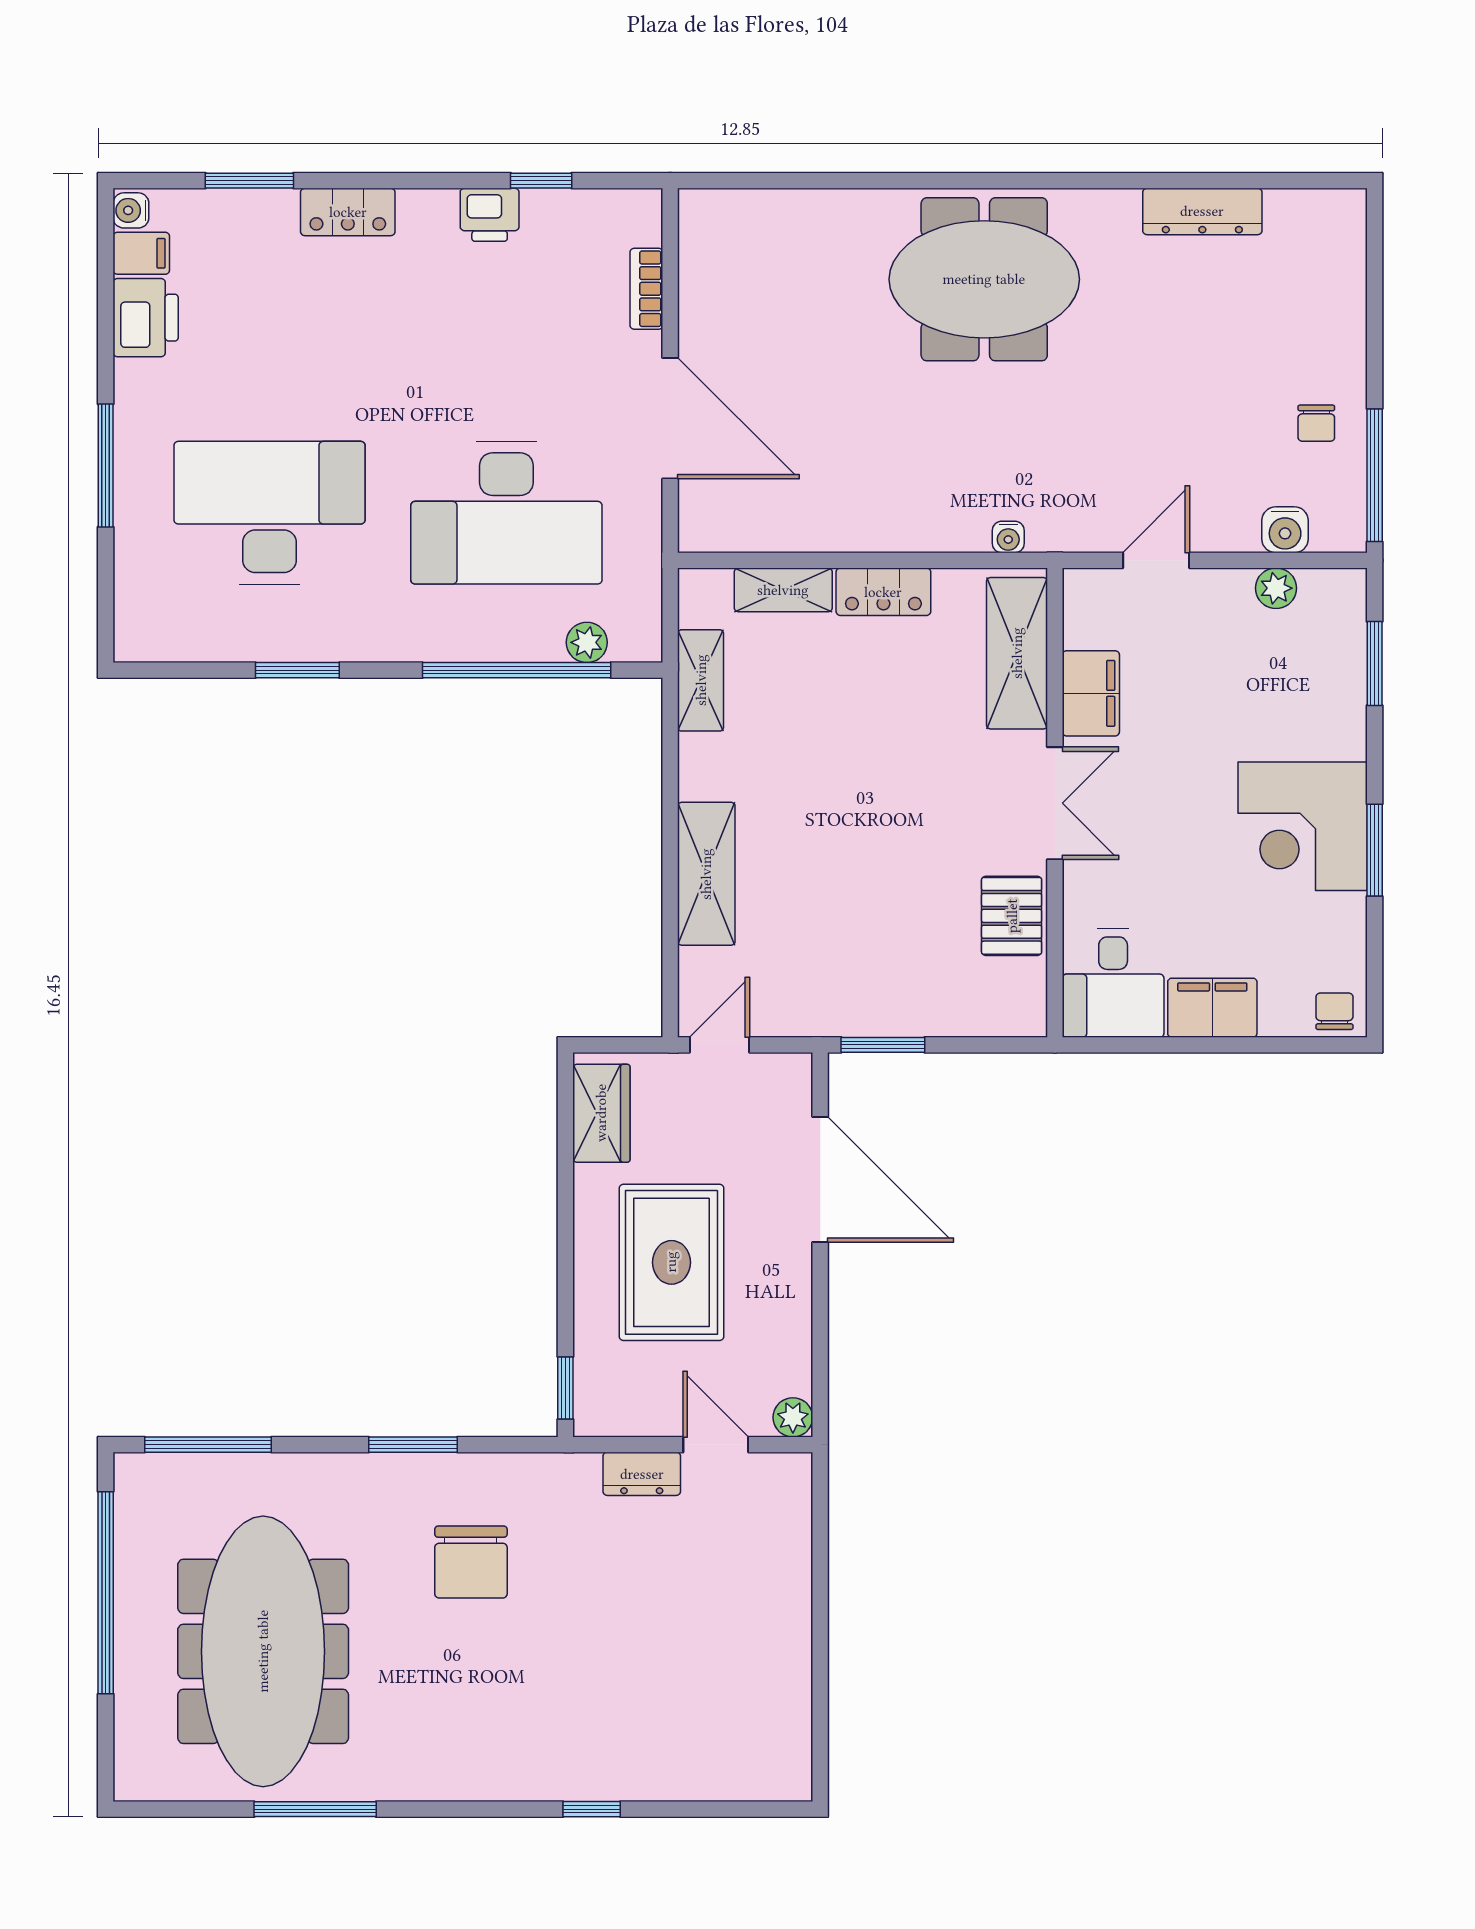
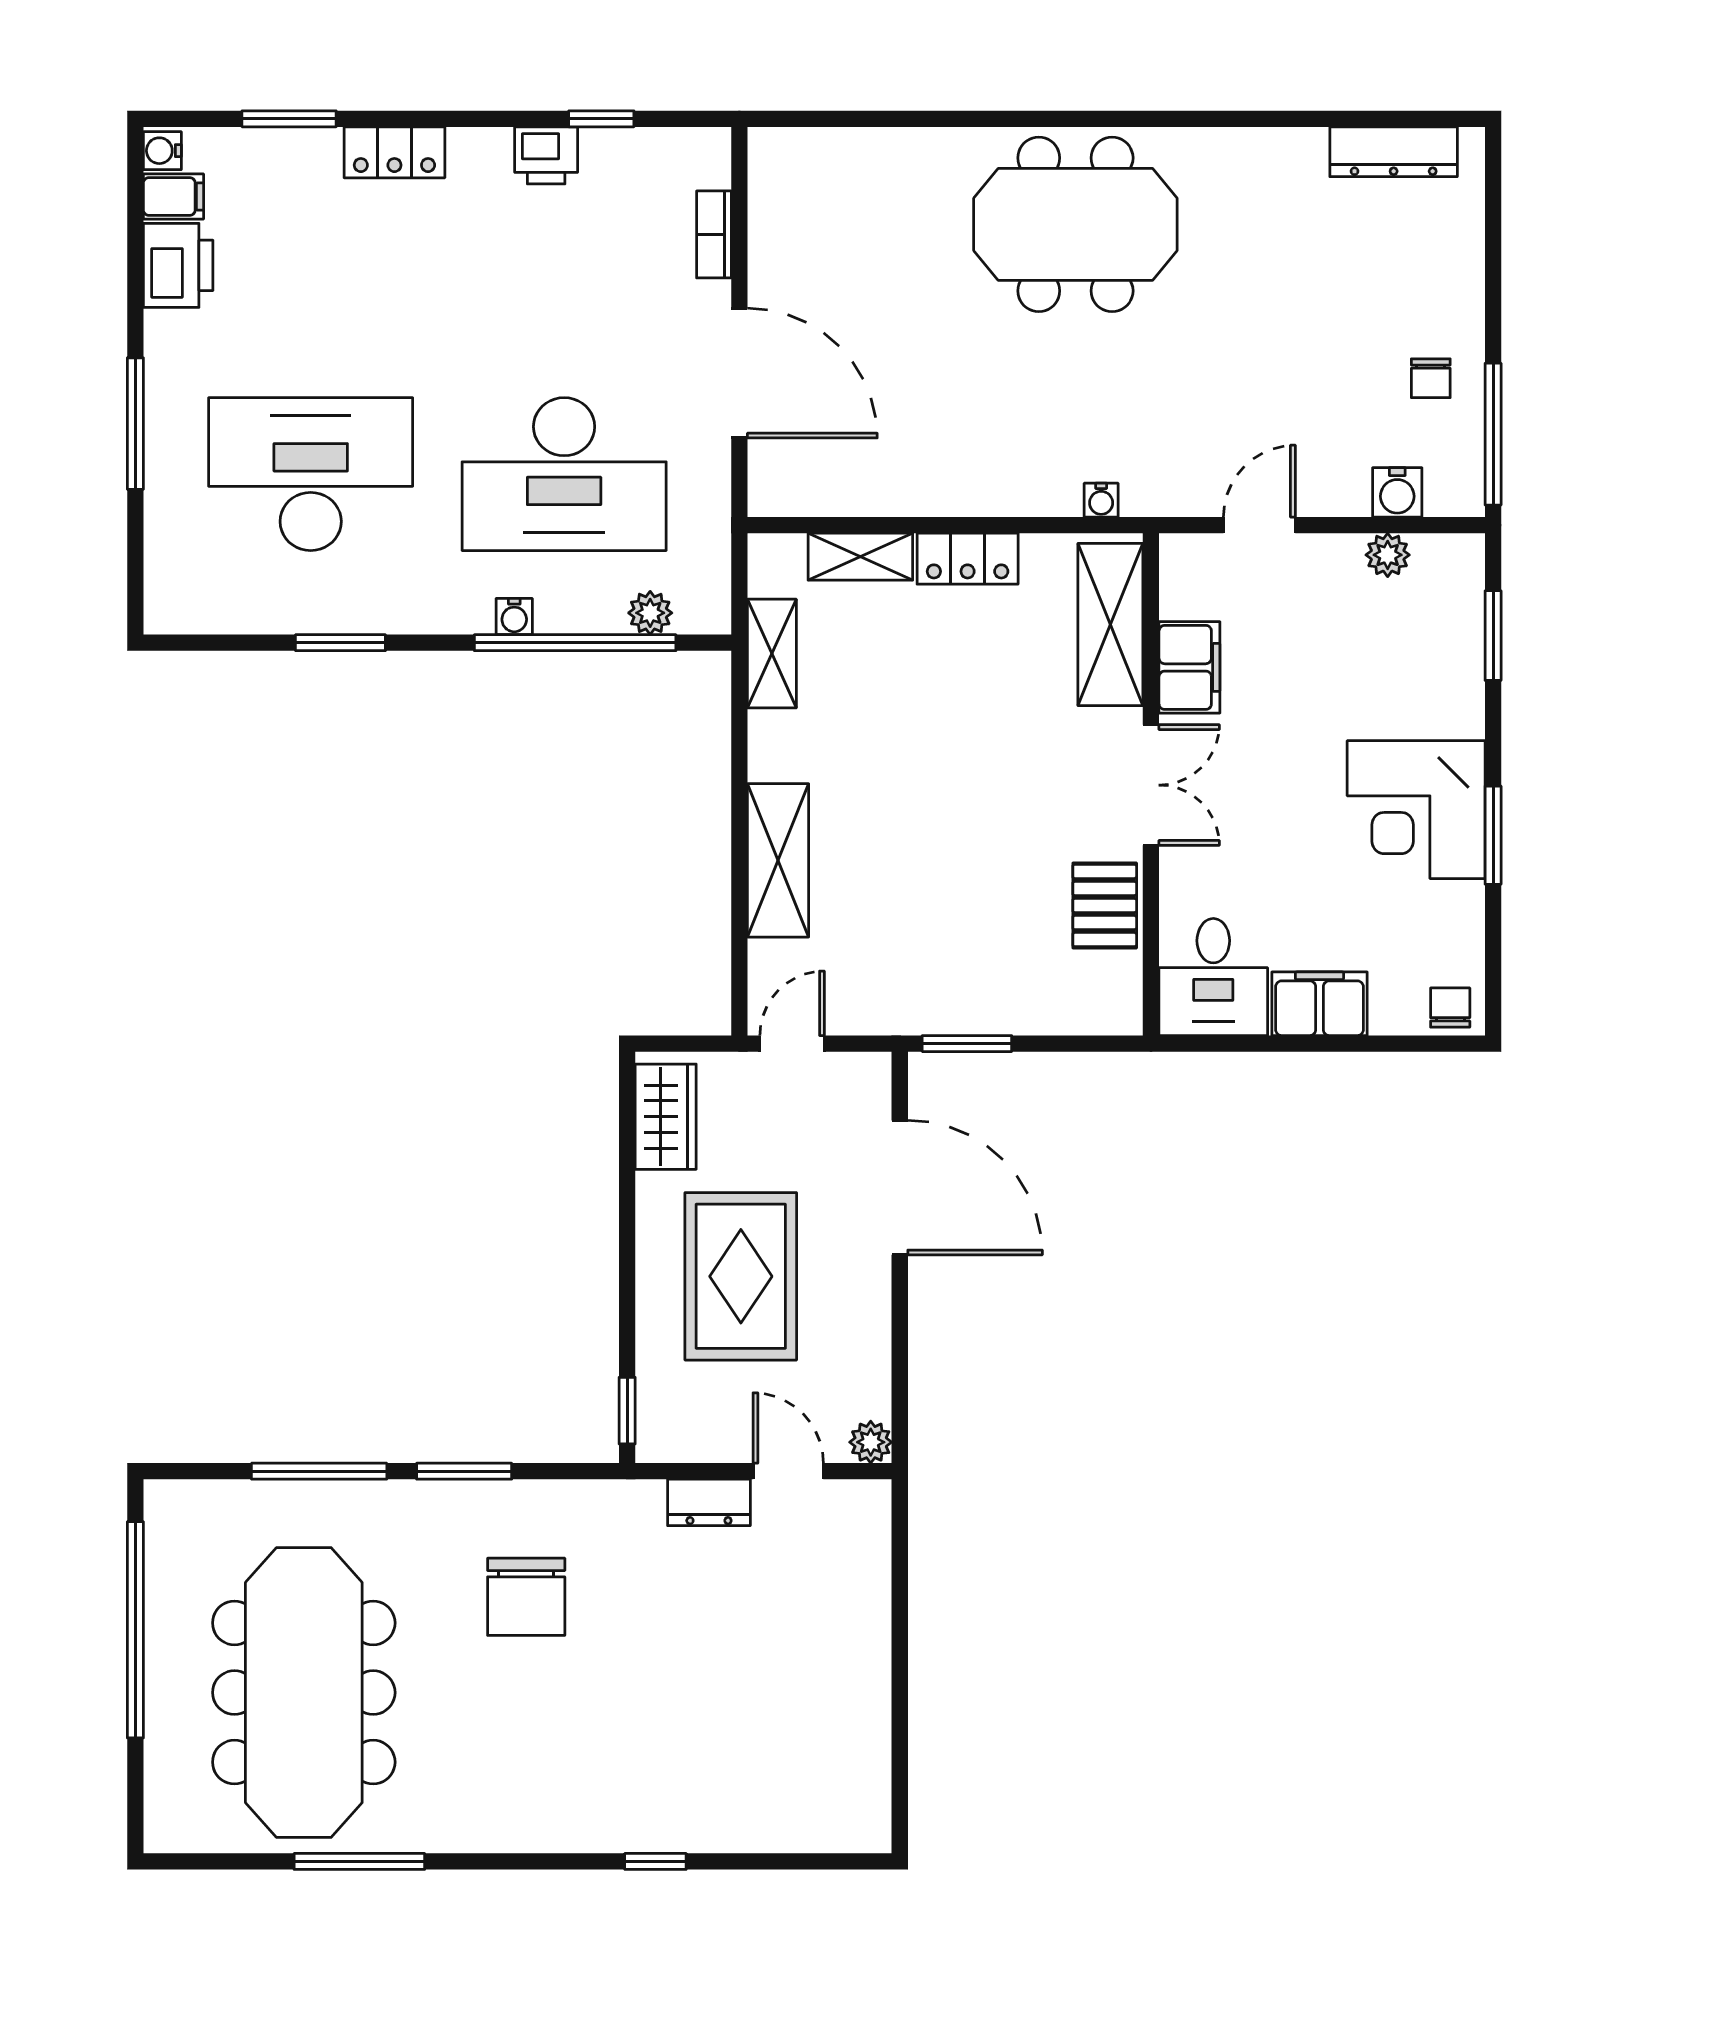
dresser: (1202, 211) -> (1394, 152), moved
water cooler: (460, 646) -> (514, 617), added
window: (208, 1445) -> (319, 1471), moved

